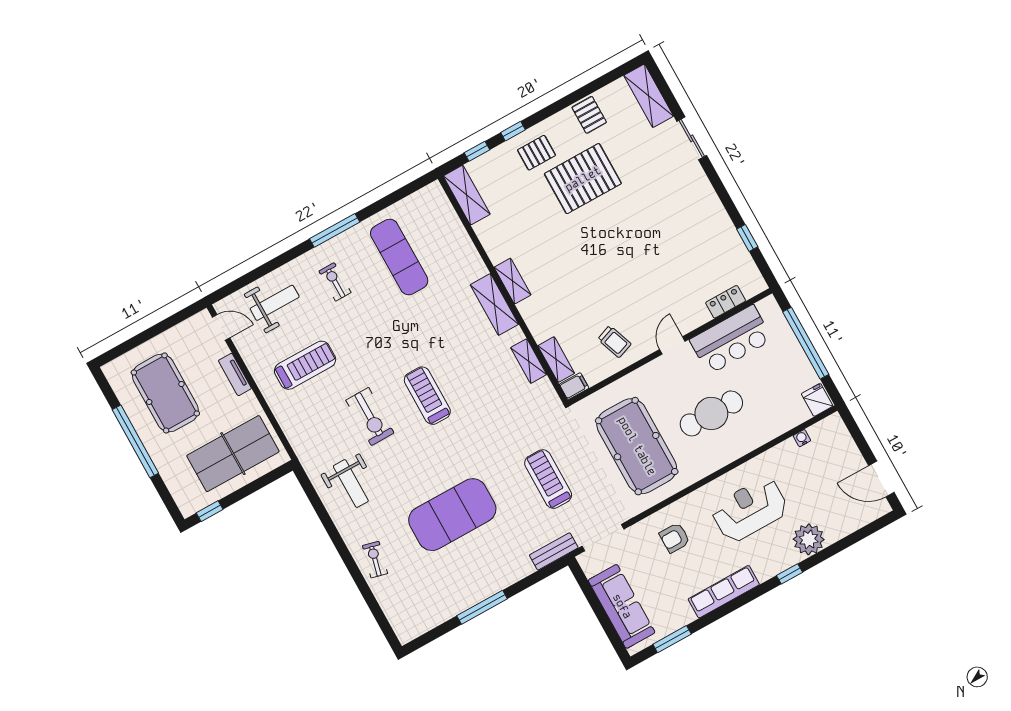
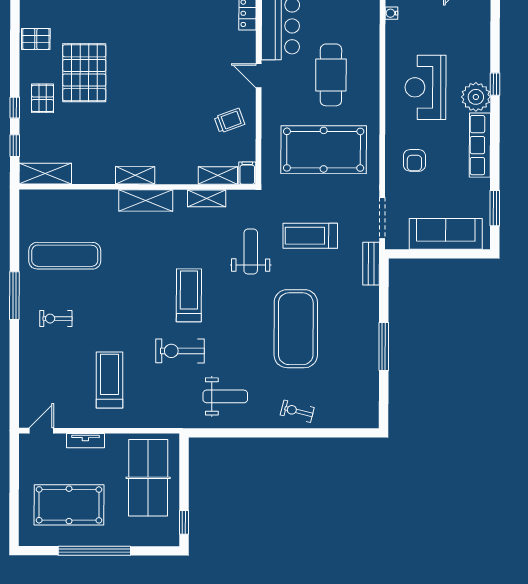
weight bench: (275, 303) -> (251, 251), moved
treadmill: (427, 396) -> (189, 295), turned 90
exercise bike: (370, 417) -> (180, 351), turned 180
plant: (809, 539) -> (476, 97), moved

